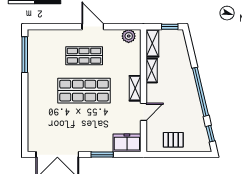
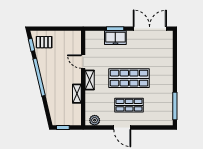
shelving: (152, 43) -> (76, 115), removed
door: (143, 112) -> (83, 62), hinge flipped
pallet: (173, 140) -> (44, 42), moved
freezer: (127, 143) -> (115, 38), moved

